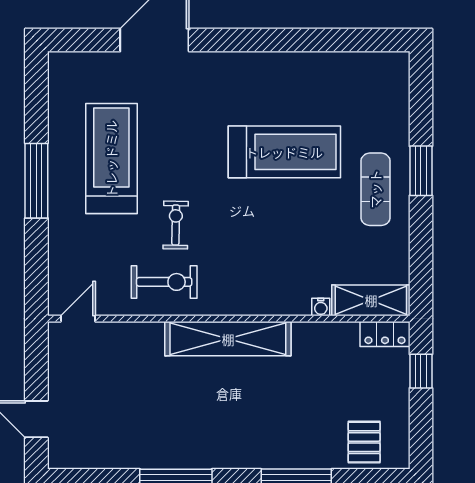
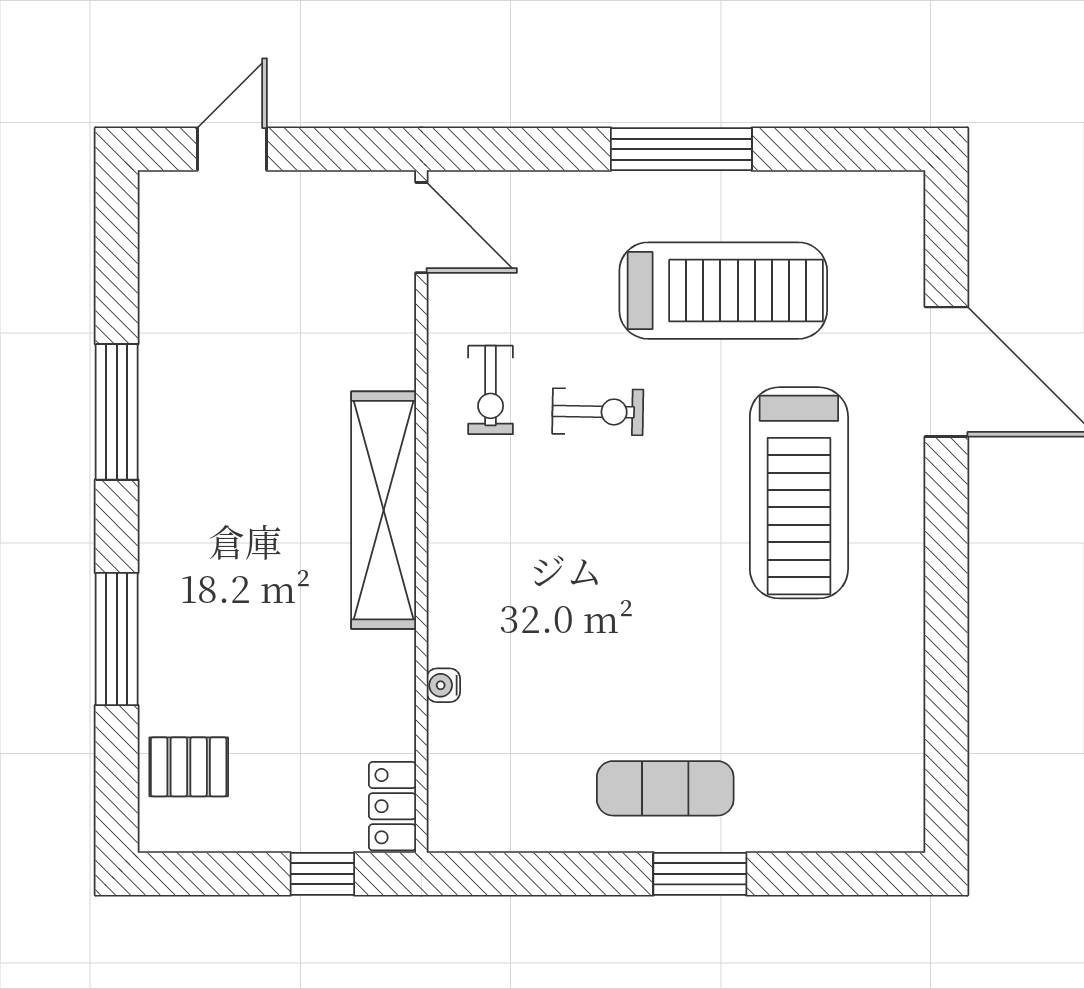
treadmill: (284, 152) -> (799, 493), moved
exercise bike: (164, 282) -> (491, 390), width x0.73, depth x0.72
shelving: (371, 300) -> (456, 780), removed
door: (78, 319) -> (421, 228), width x1.38

